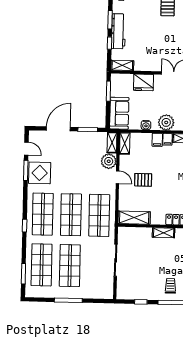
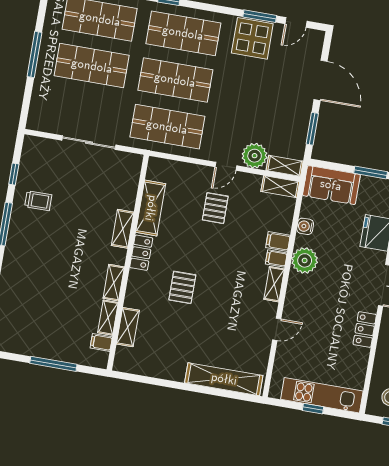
shelving: (134, 218) -> (151, 208), moved
trolley: (171, 286) -> (38, 201), moved

